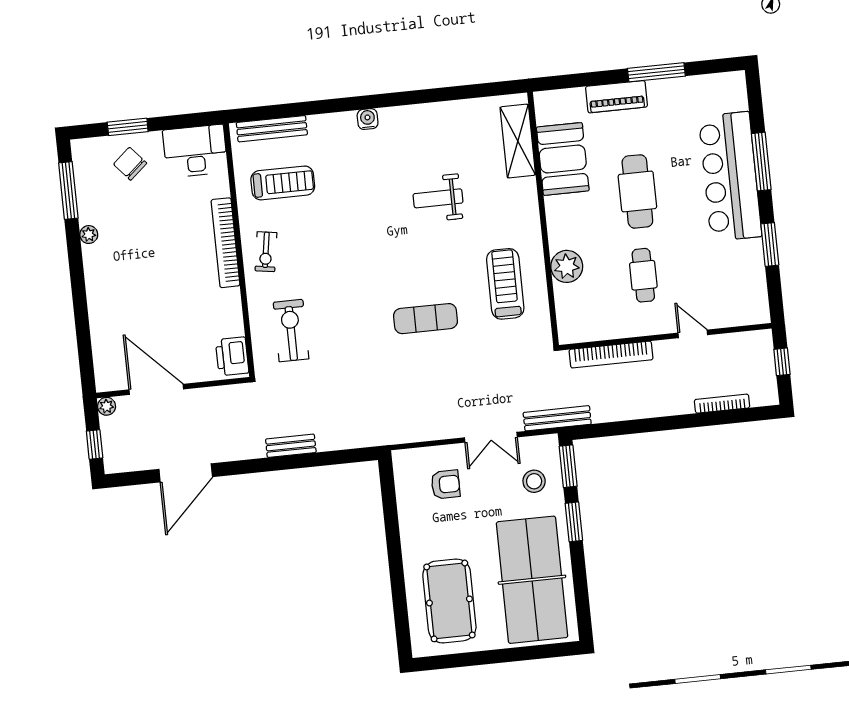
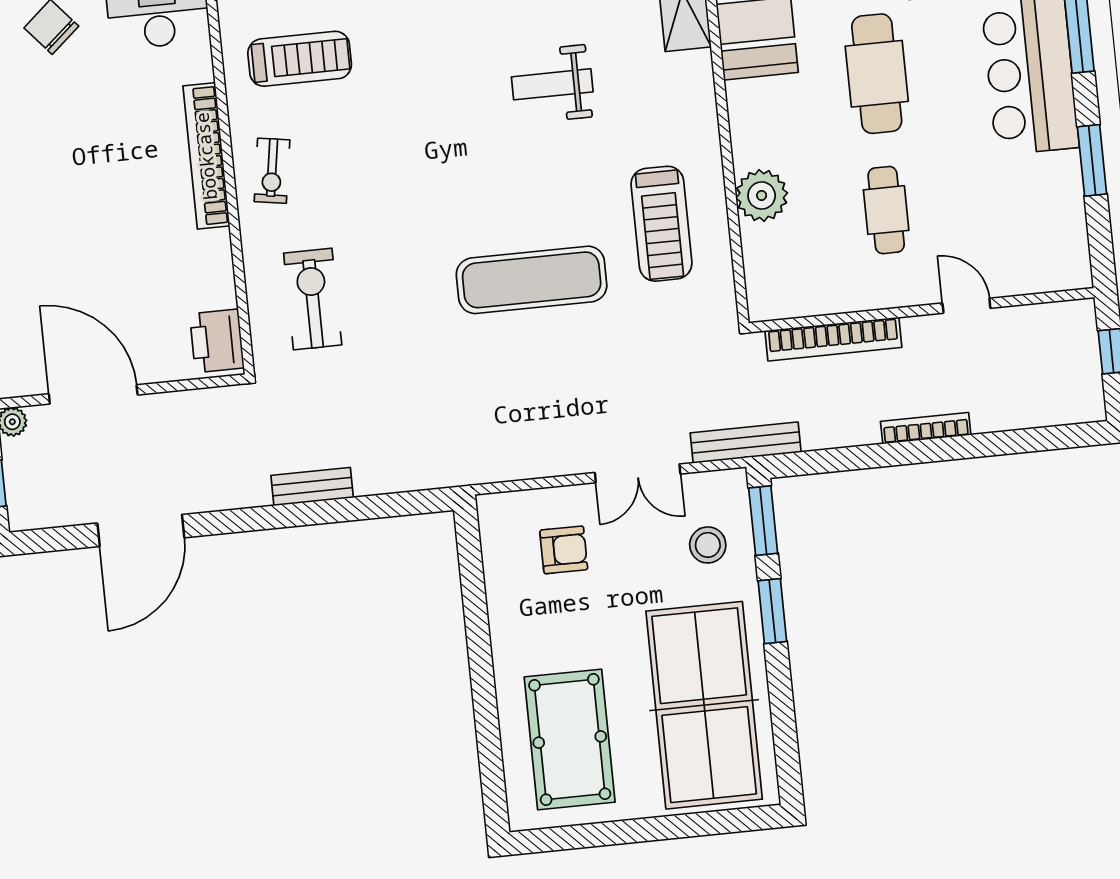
treadmill: (505, 284) -> (661, 224), turned 180
exercise mat: (425, 319) -> (532, 280), width x1.36, depth x1.45
bookcase: (722, 404) -> (926, 428), moved

